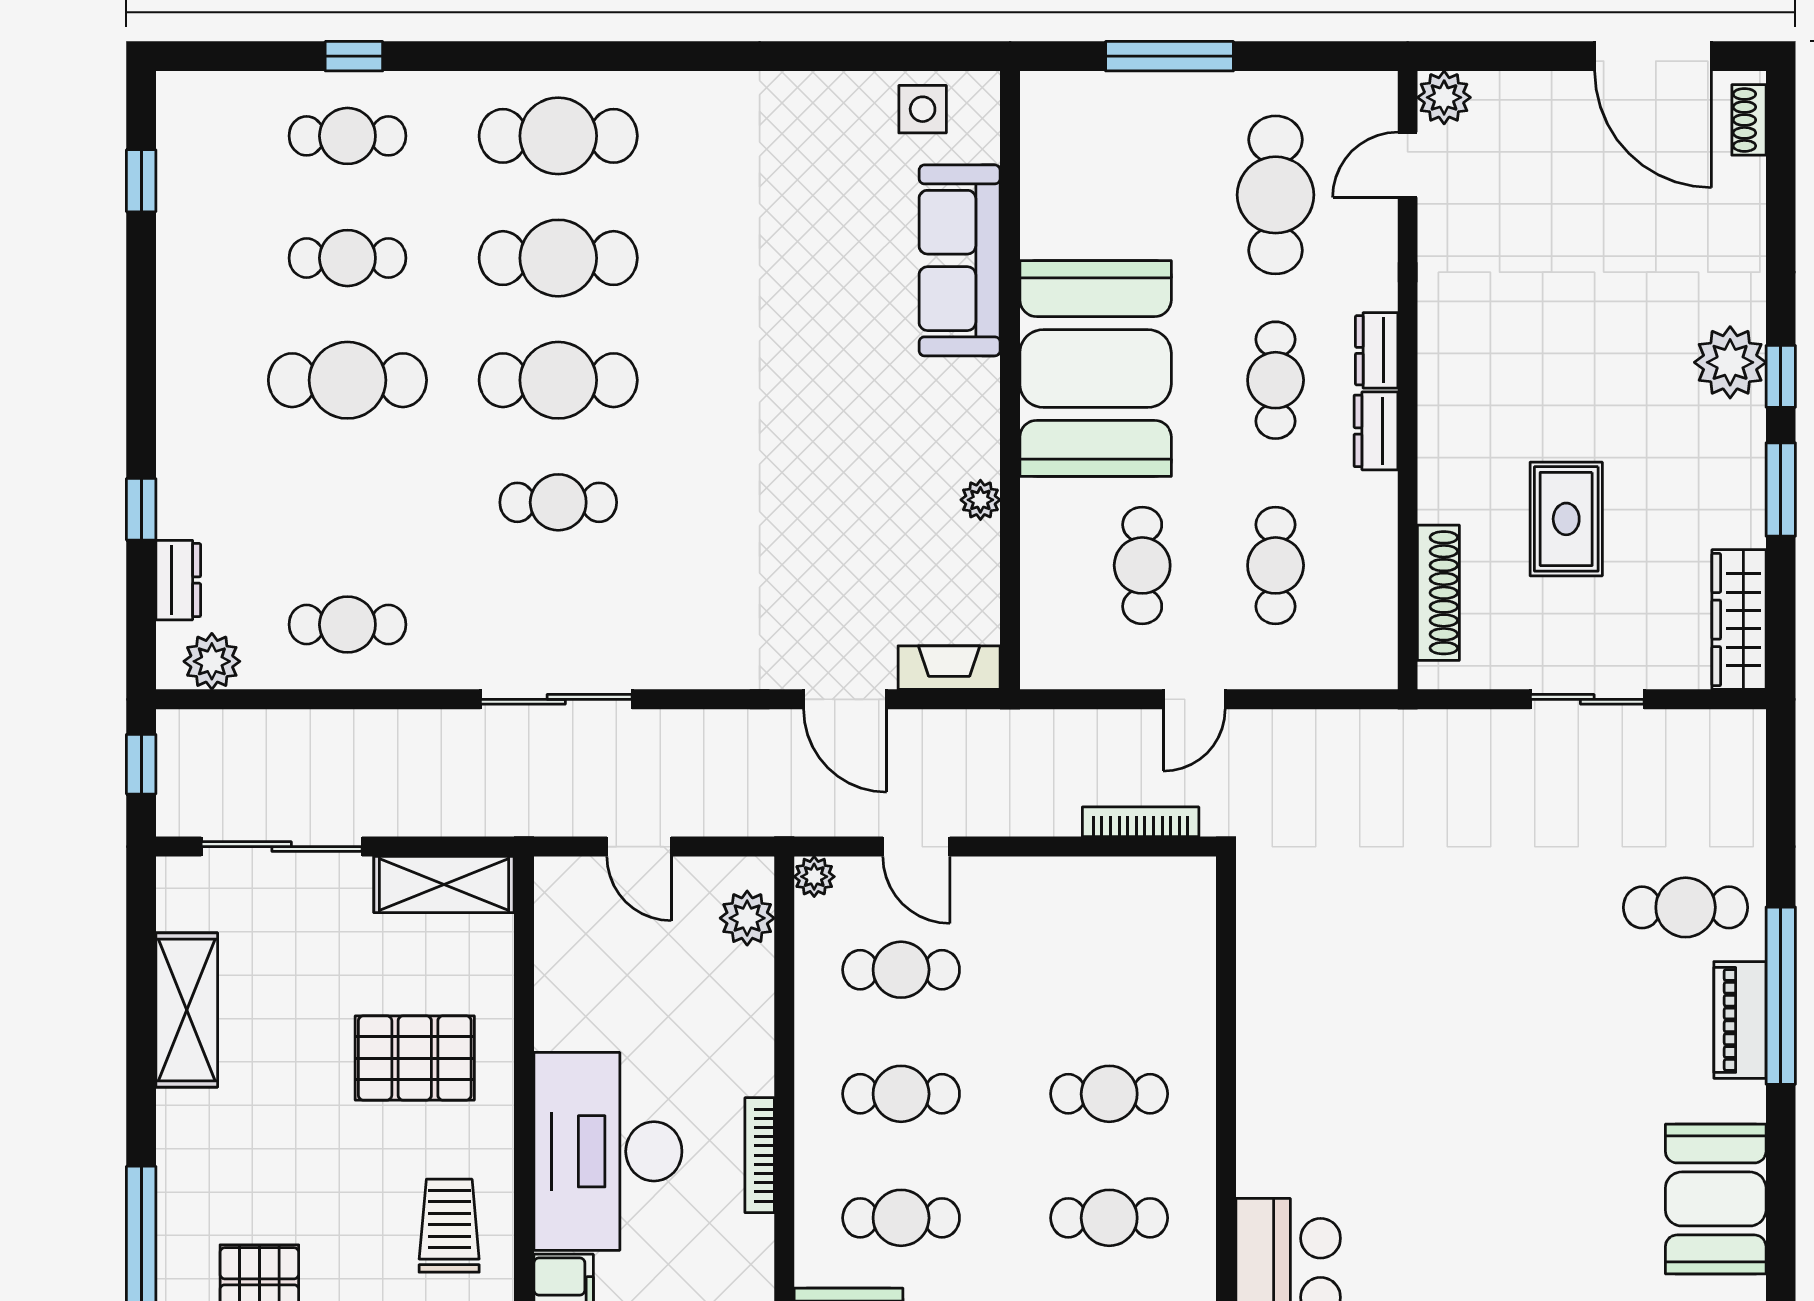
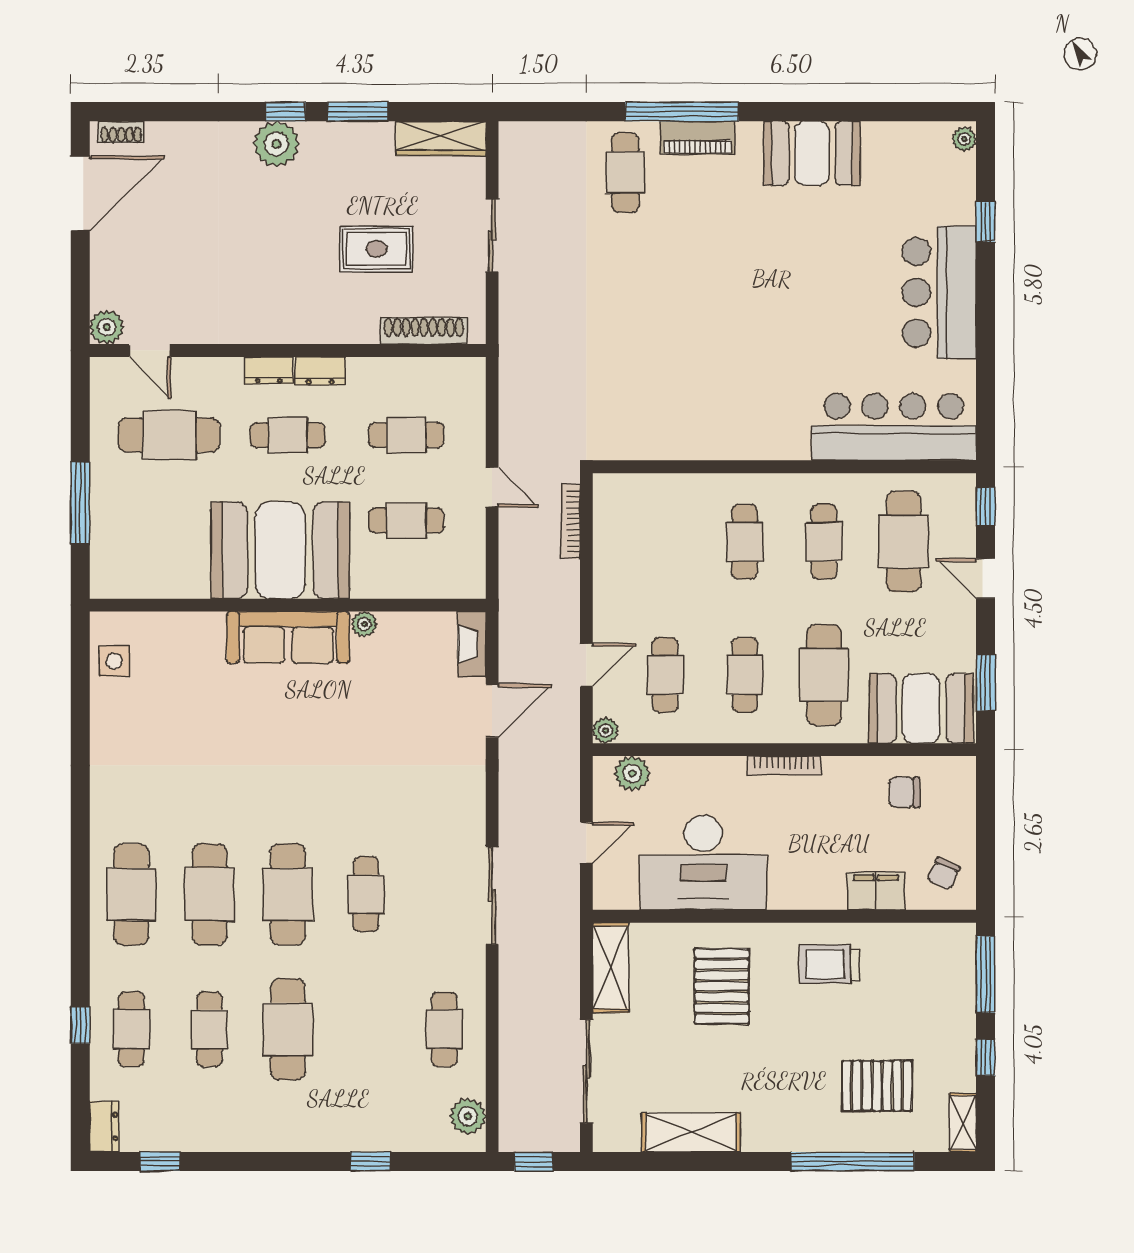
sofa: (960, 260) -> (288, 637), moved
dresser: (178, 580) -> (104, 1127), moved, turned 90
desk: (608, 1151) -> (703, 863), moved
cafe table: (901, 1218) -> (824, 675), width x1.37, depth x1.35

